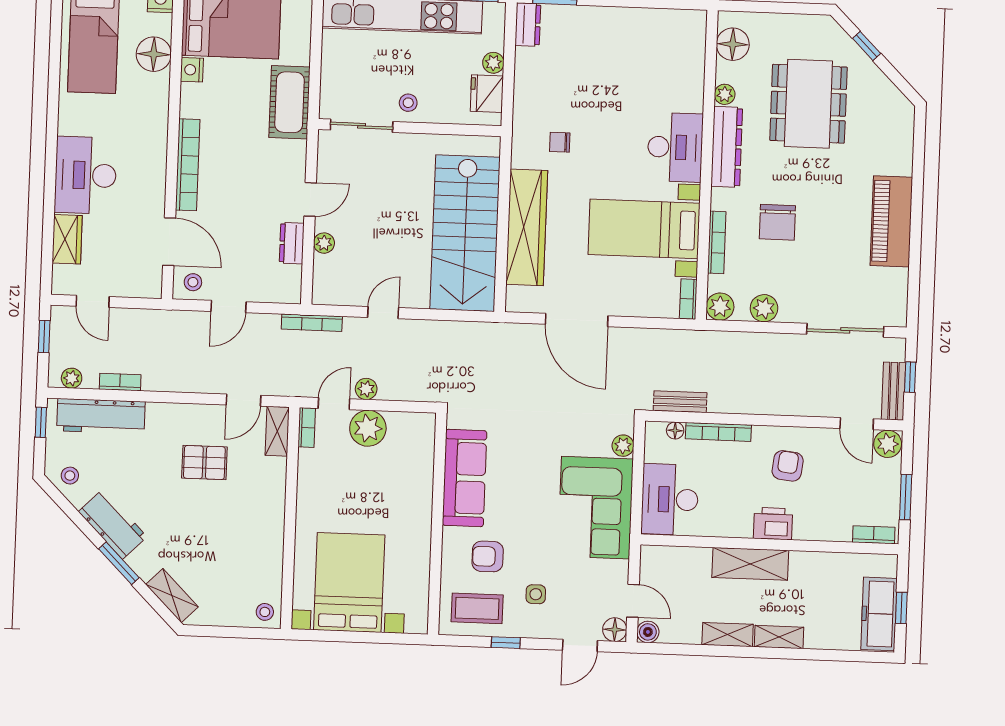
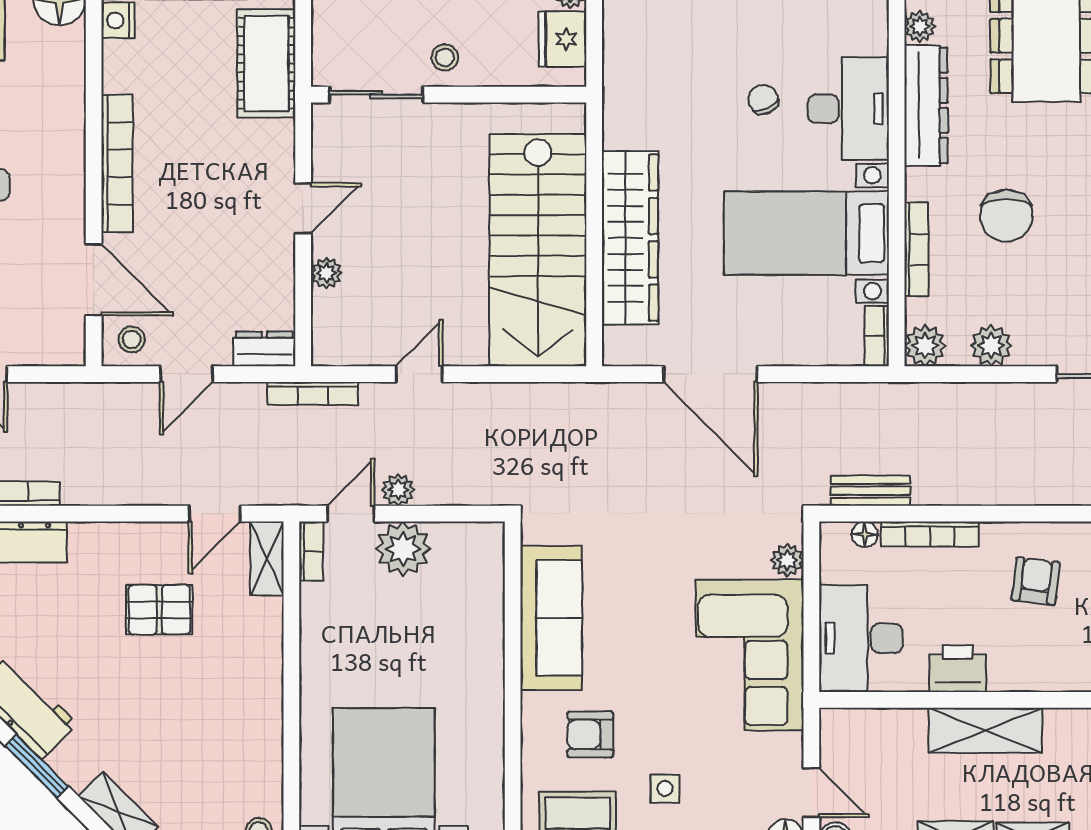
chair: (560, 142) -> (763, 100), moved, turned 65
dresser: (292, 243) -> (264, 349), moved, turned 90
printer: (773, 524) -> (958, 669), moved

